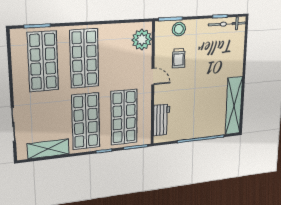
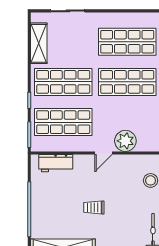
plant: (142, 40) -> (125, 141), moved
trolley: (179, 58) -> (94, 207), moved

